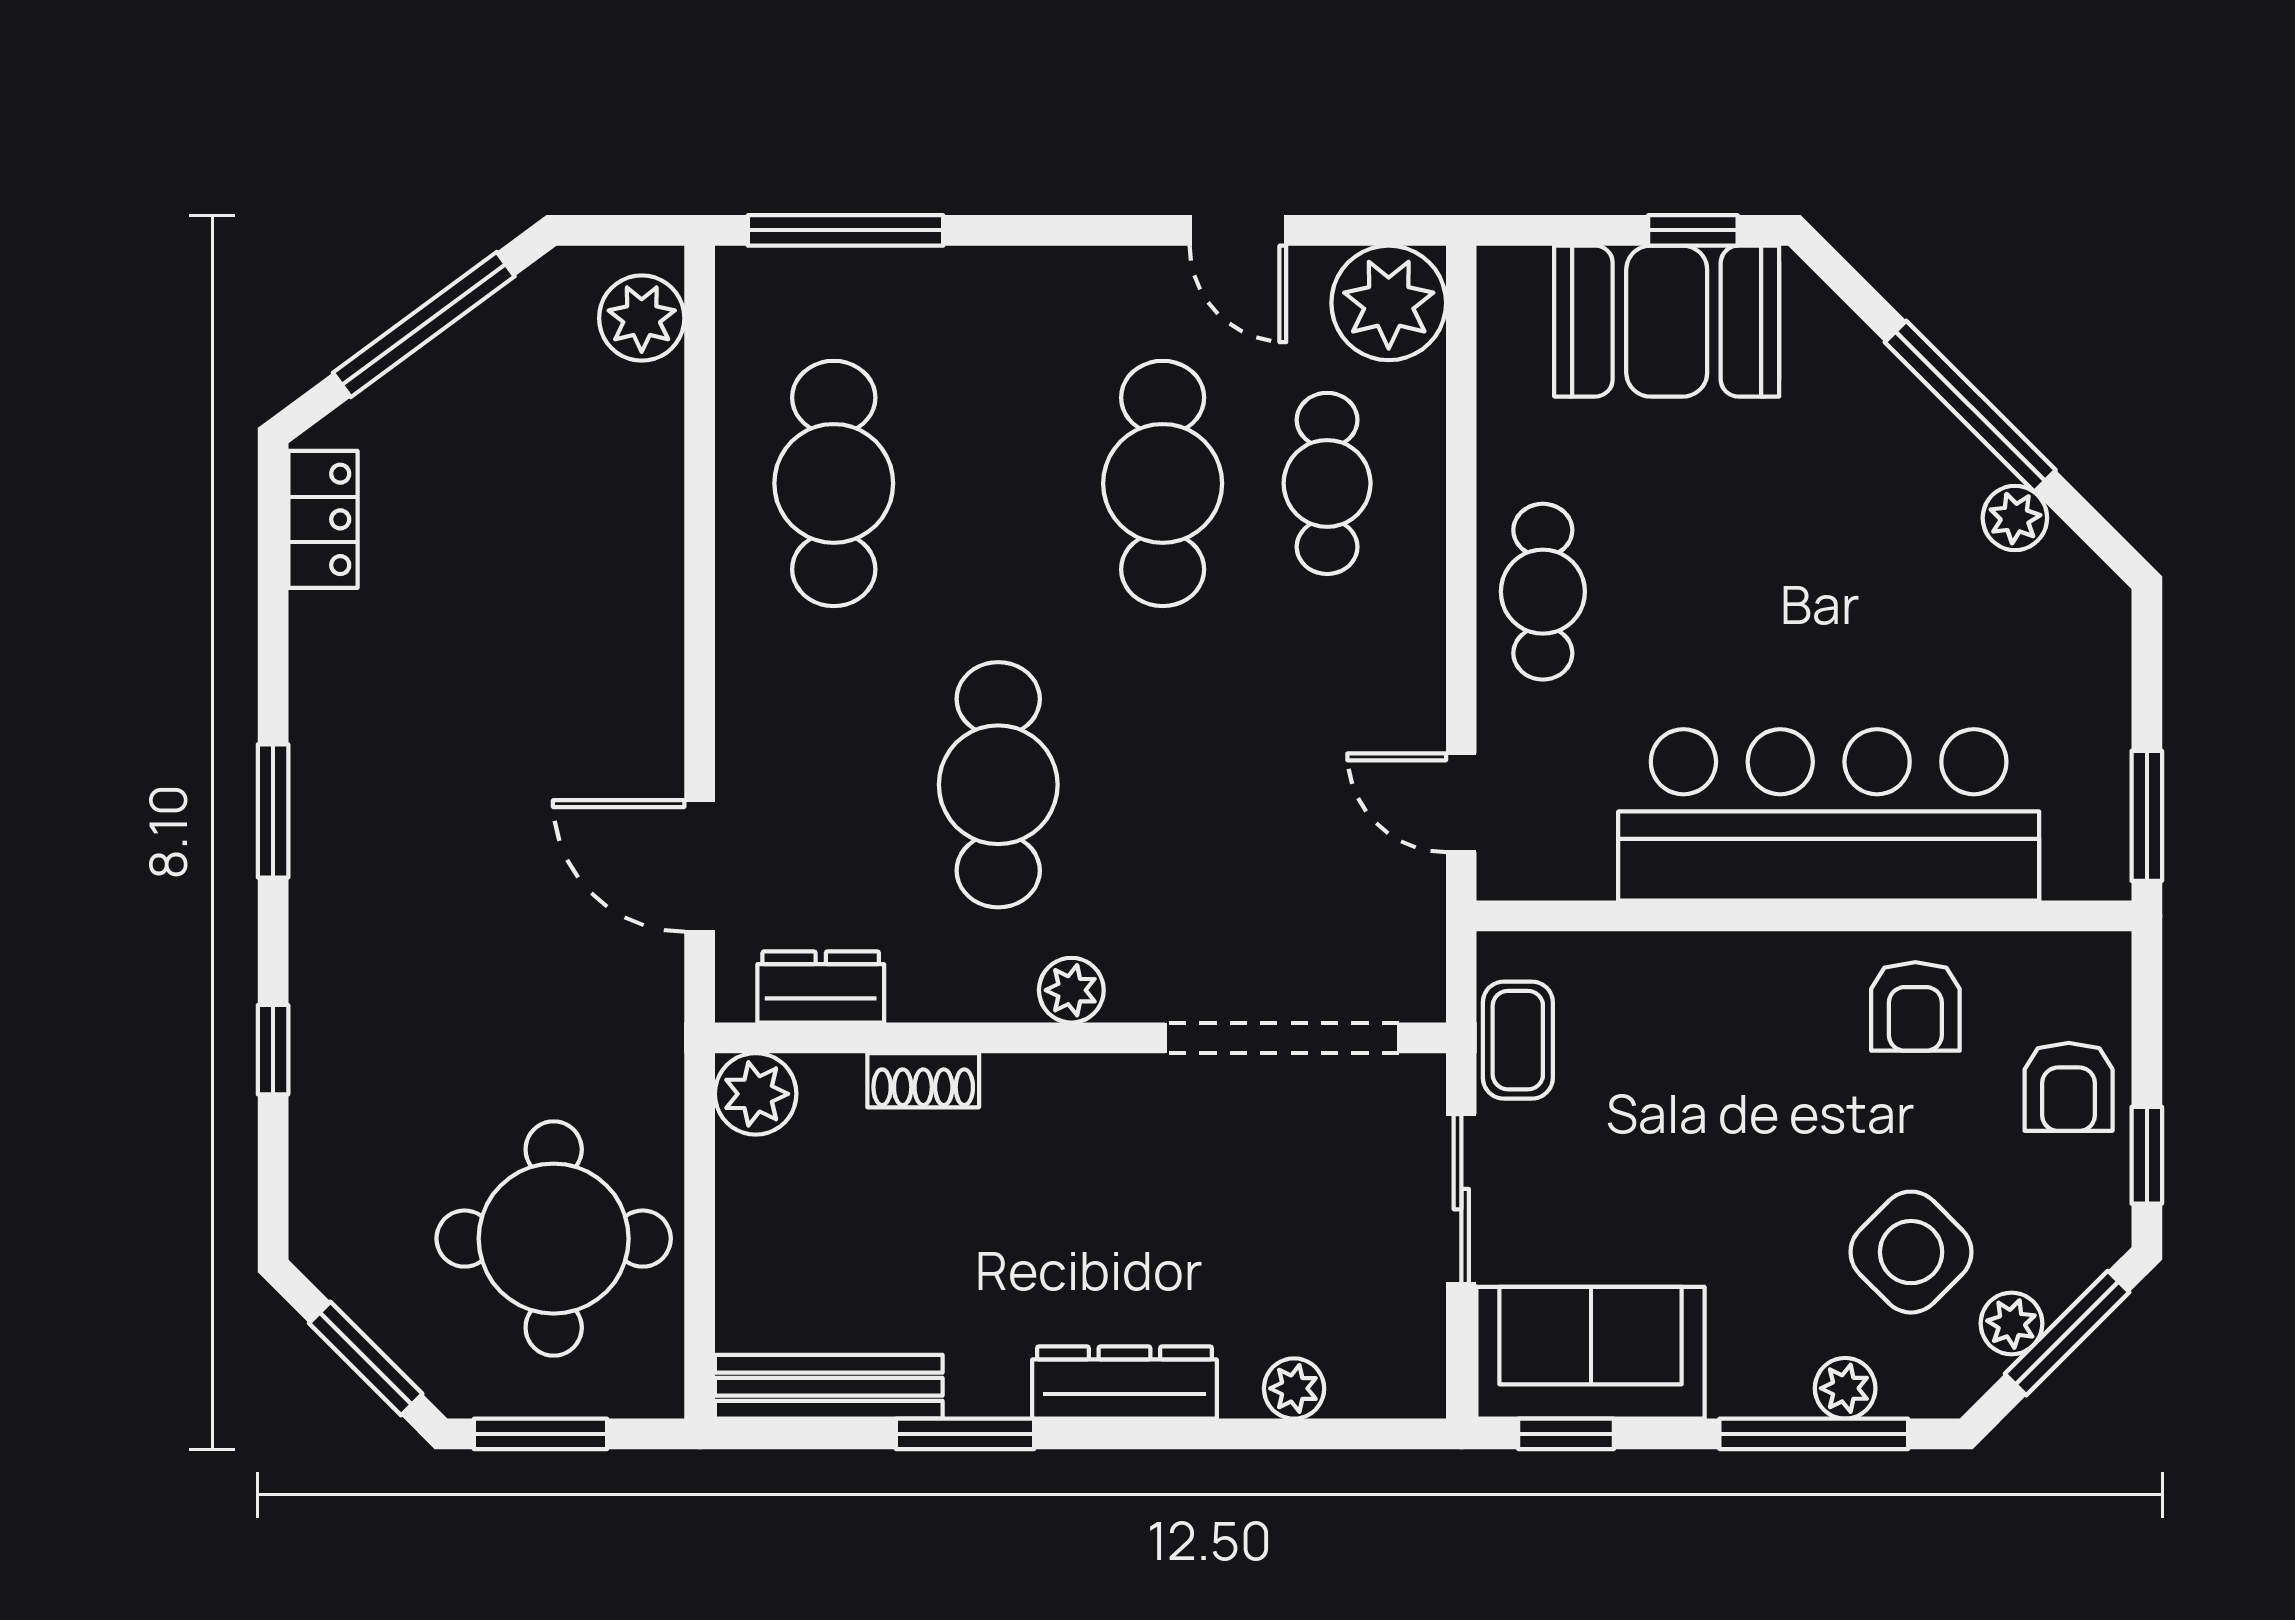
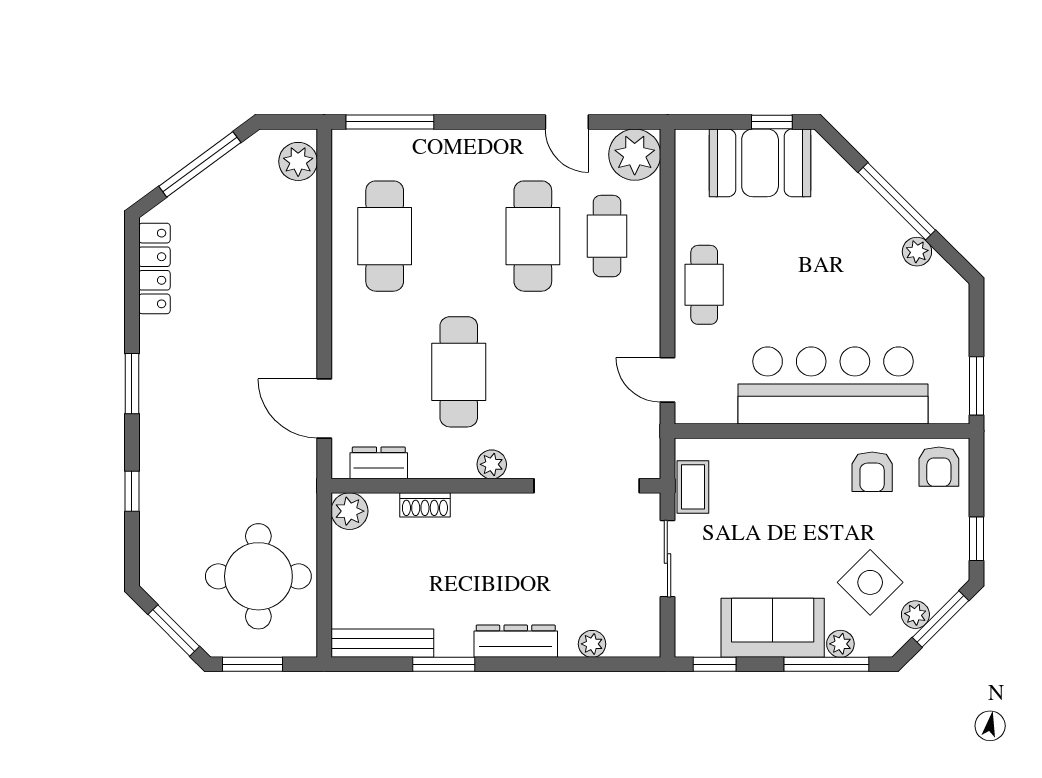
locker: (323, 519) -> (154, 268), width x1.53
armchair: (2069, 1087) -> (939, 467), moved
sofa: (1591, 1353) -> (773, 628), moved

